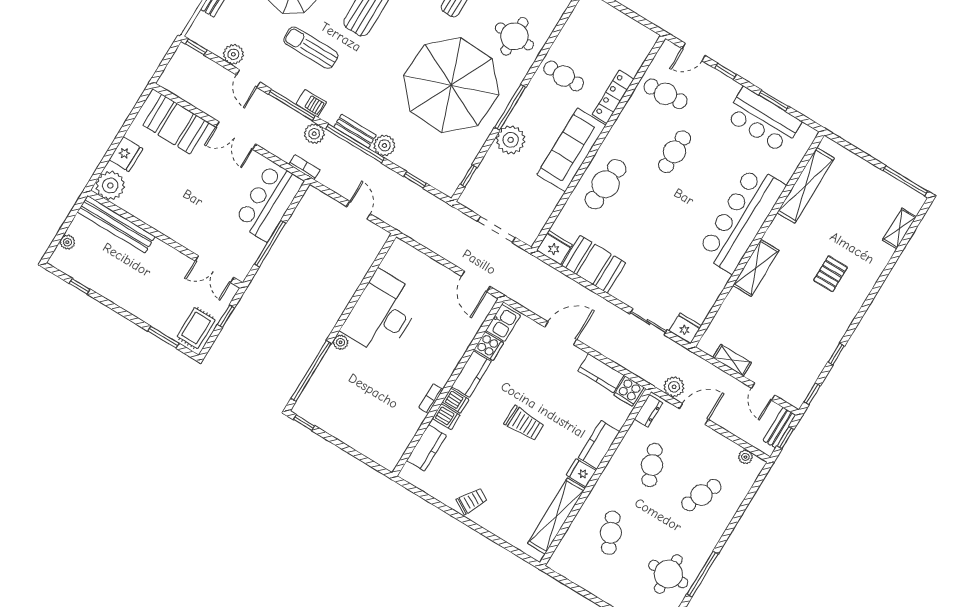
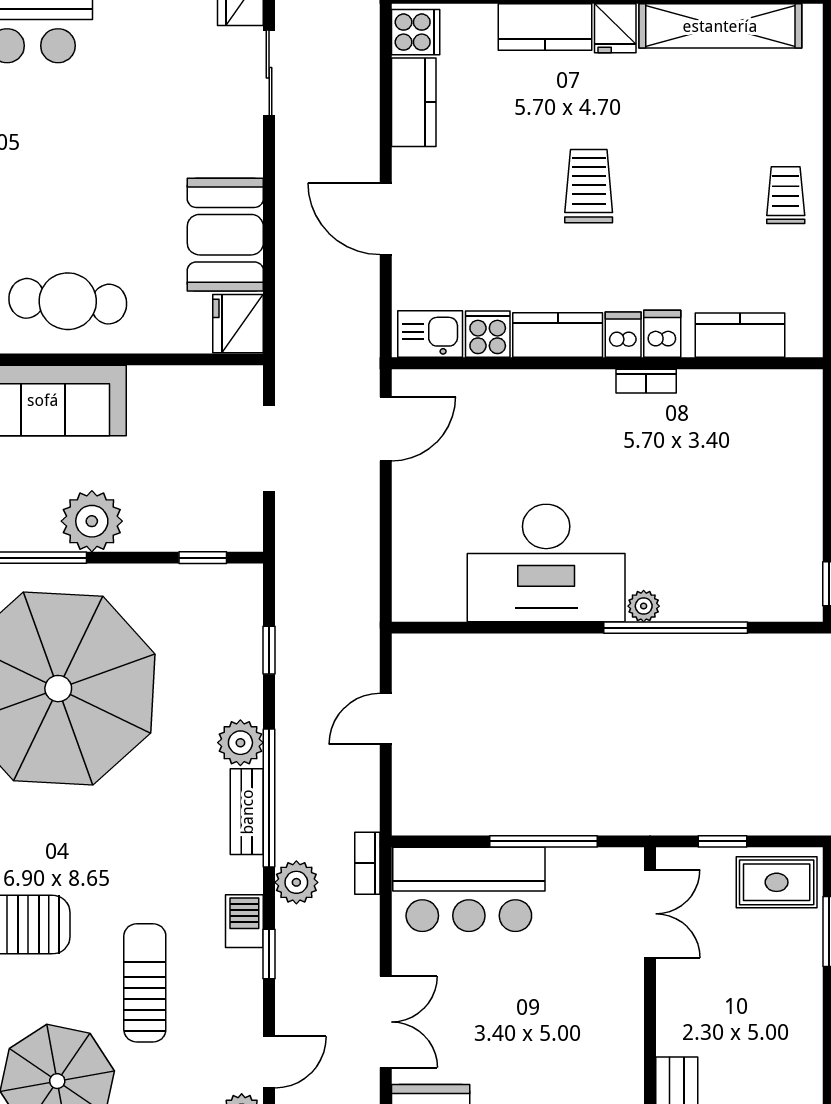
sun lounger: (311, 48) -> (145, 983), turned 180
window: (292, 105) -> (269, 954), width x0.46
window: (311, 371) -> (676, 628), moved
trolley: (472, 501) -> (786, 195), turned 60

